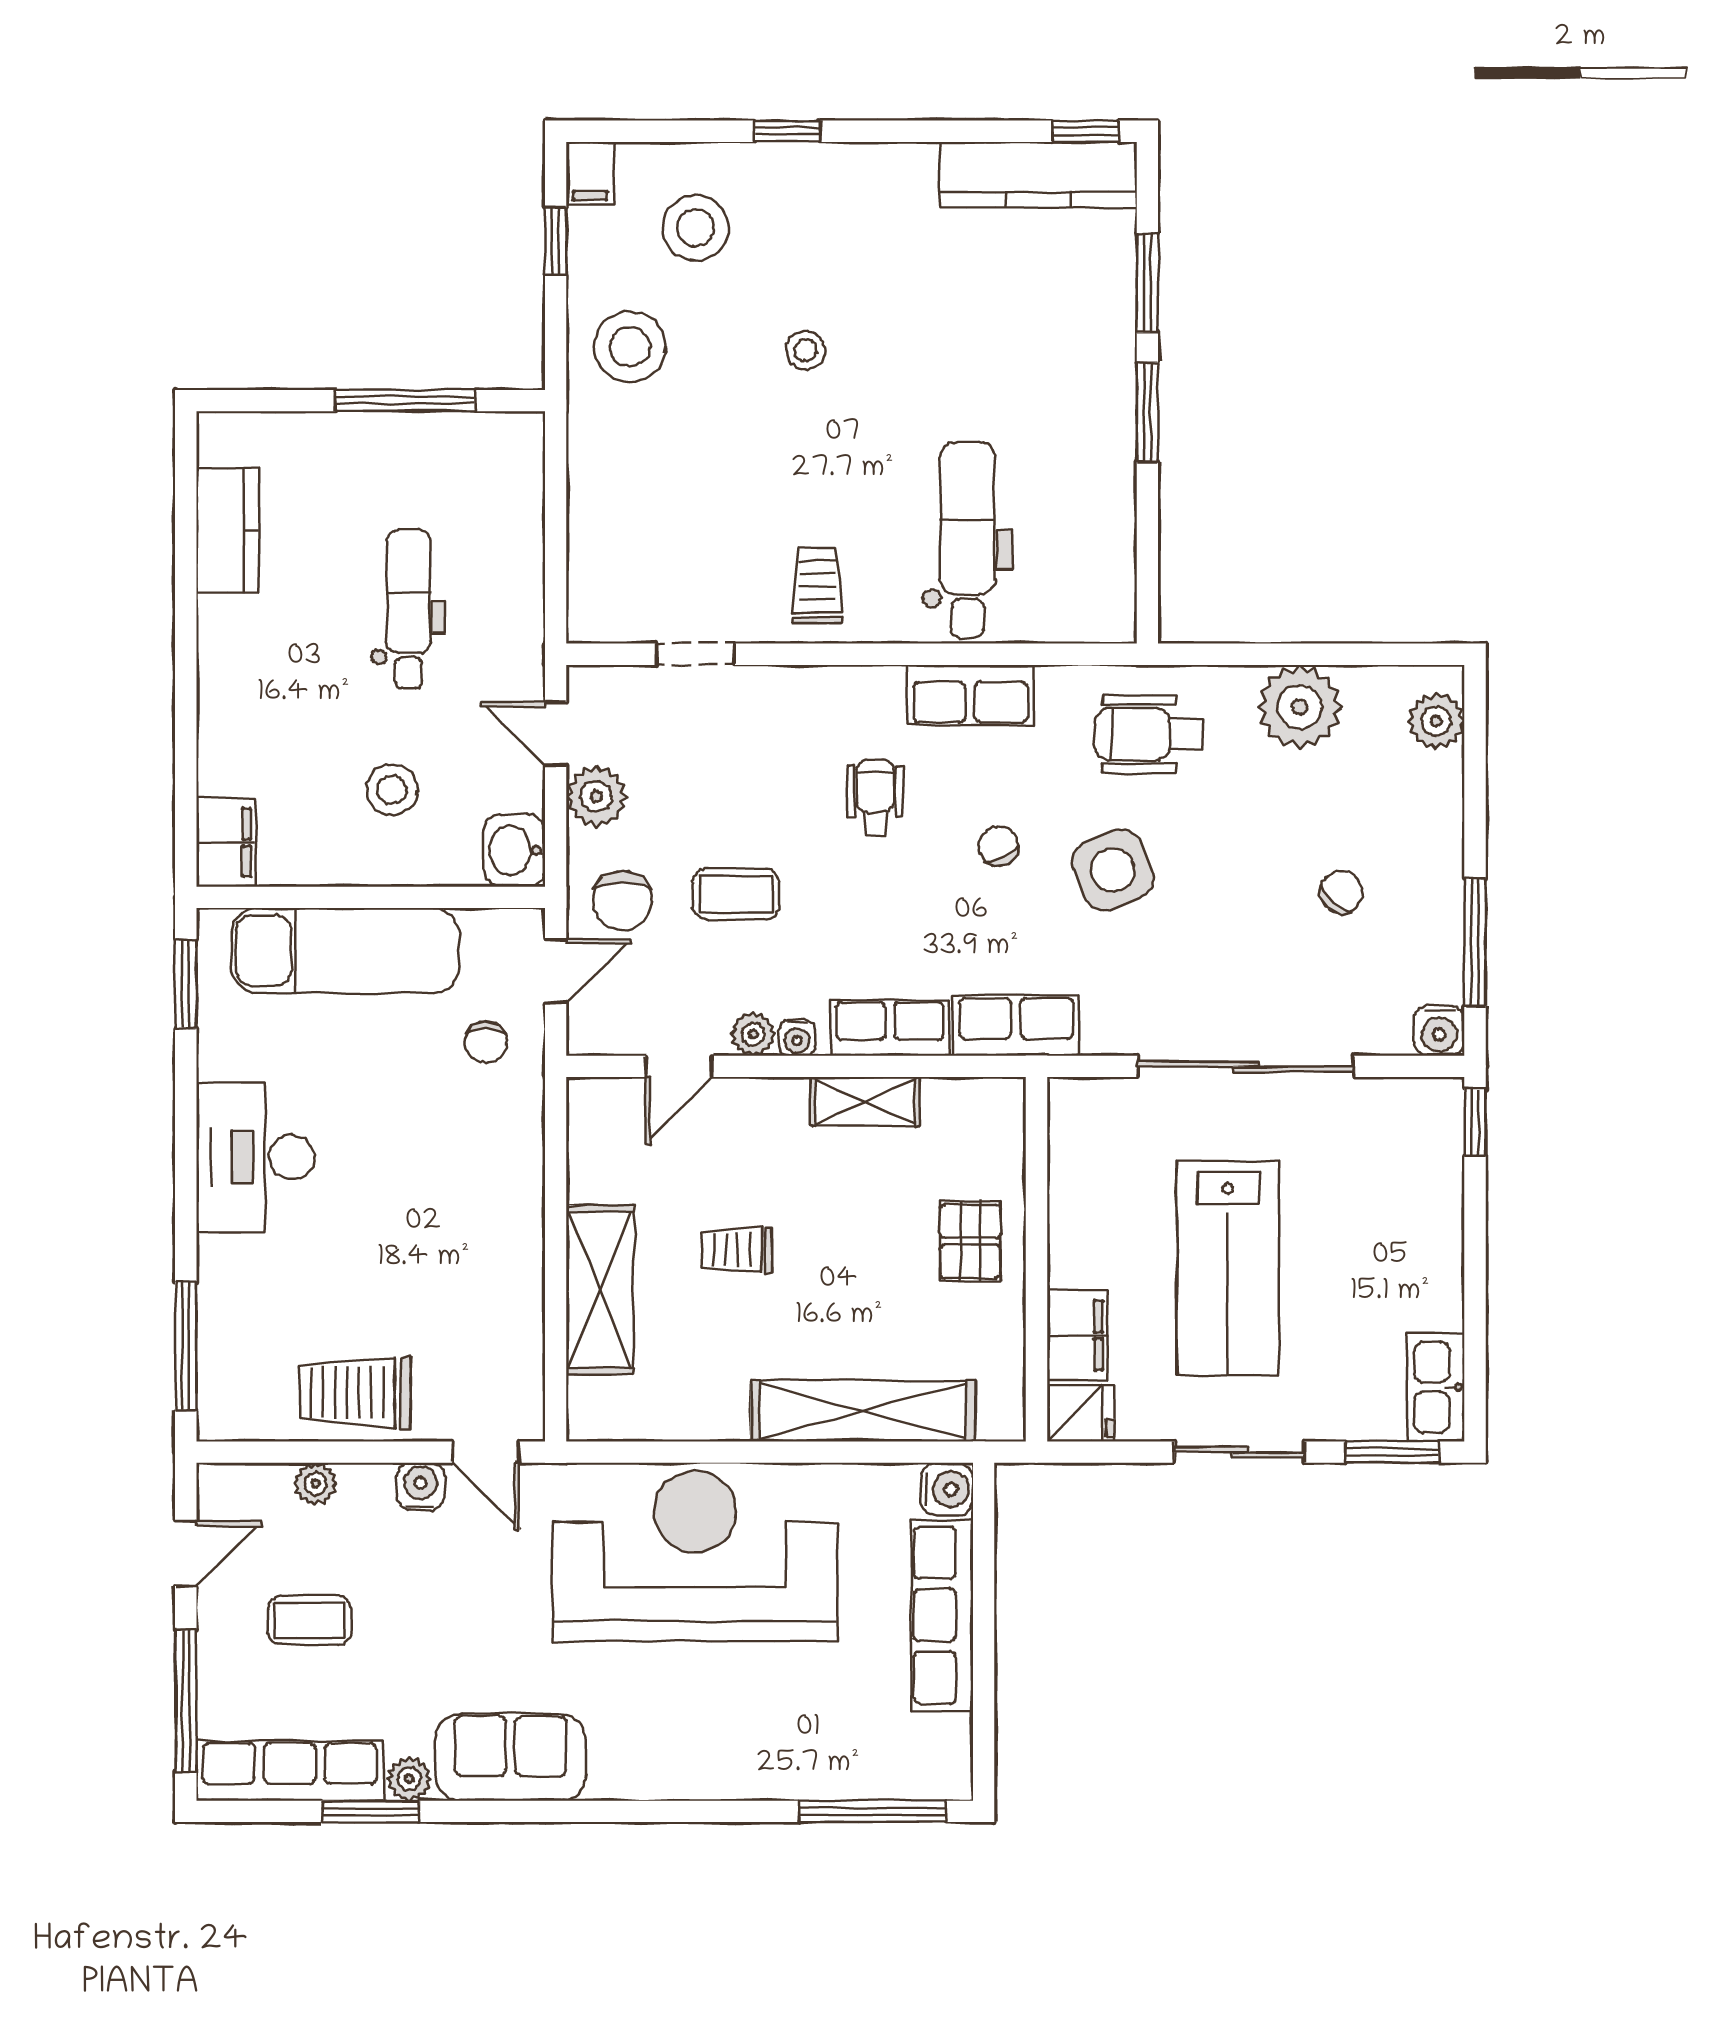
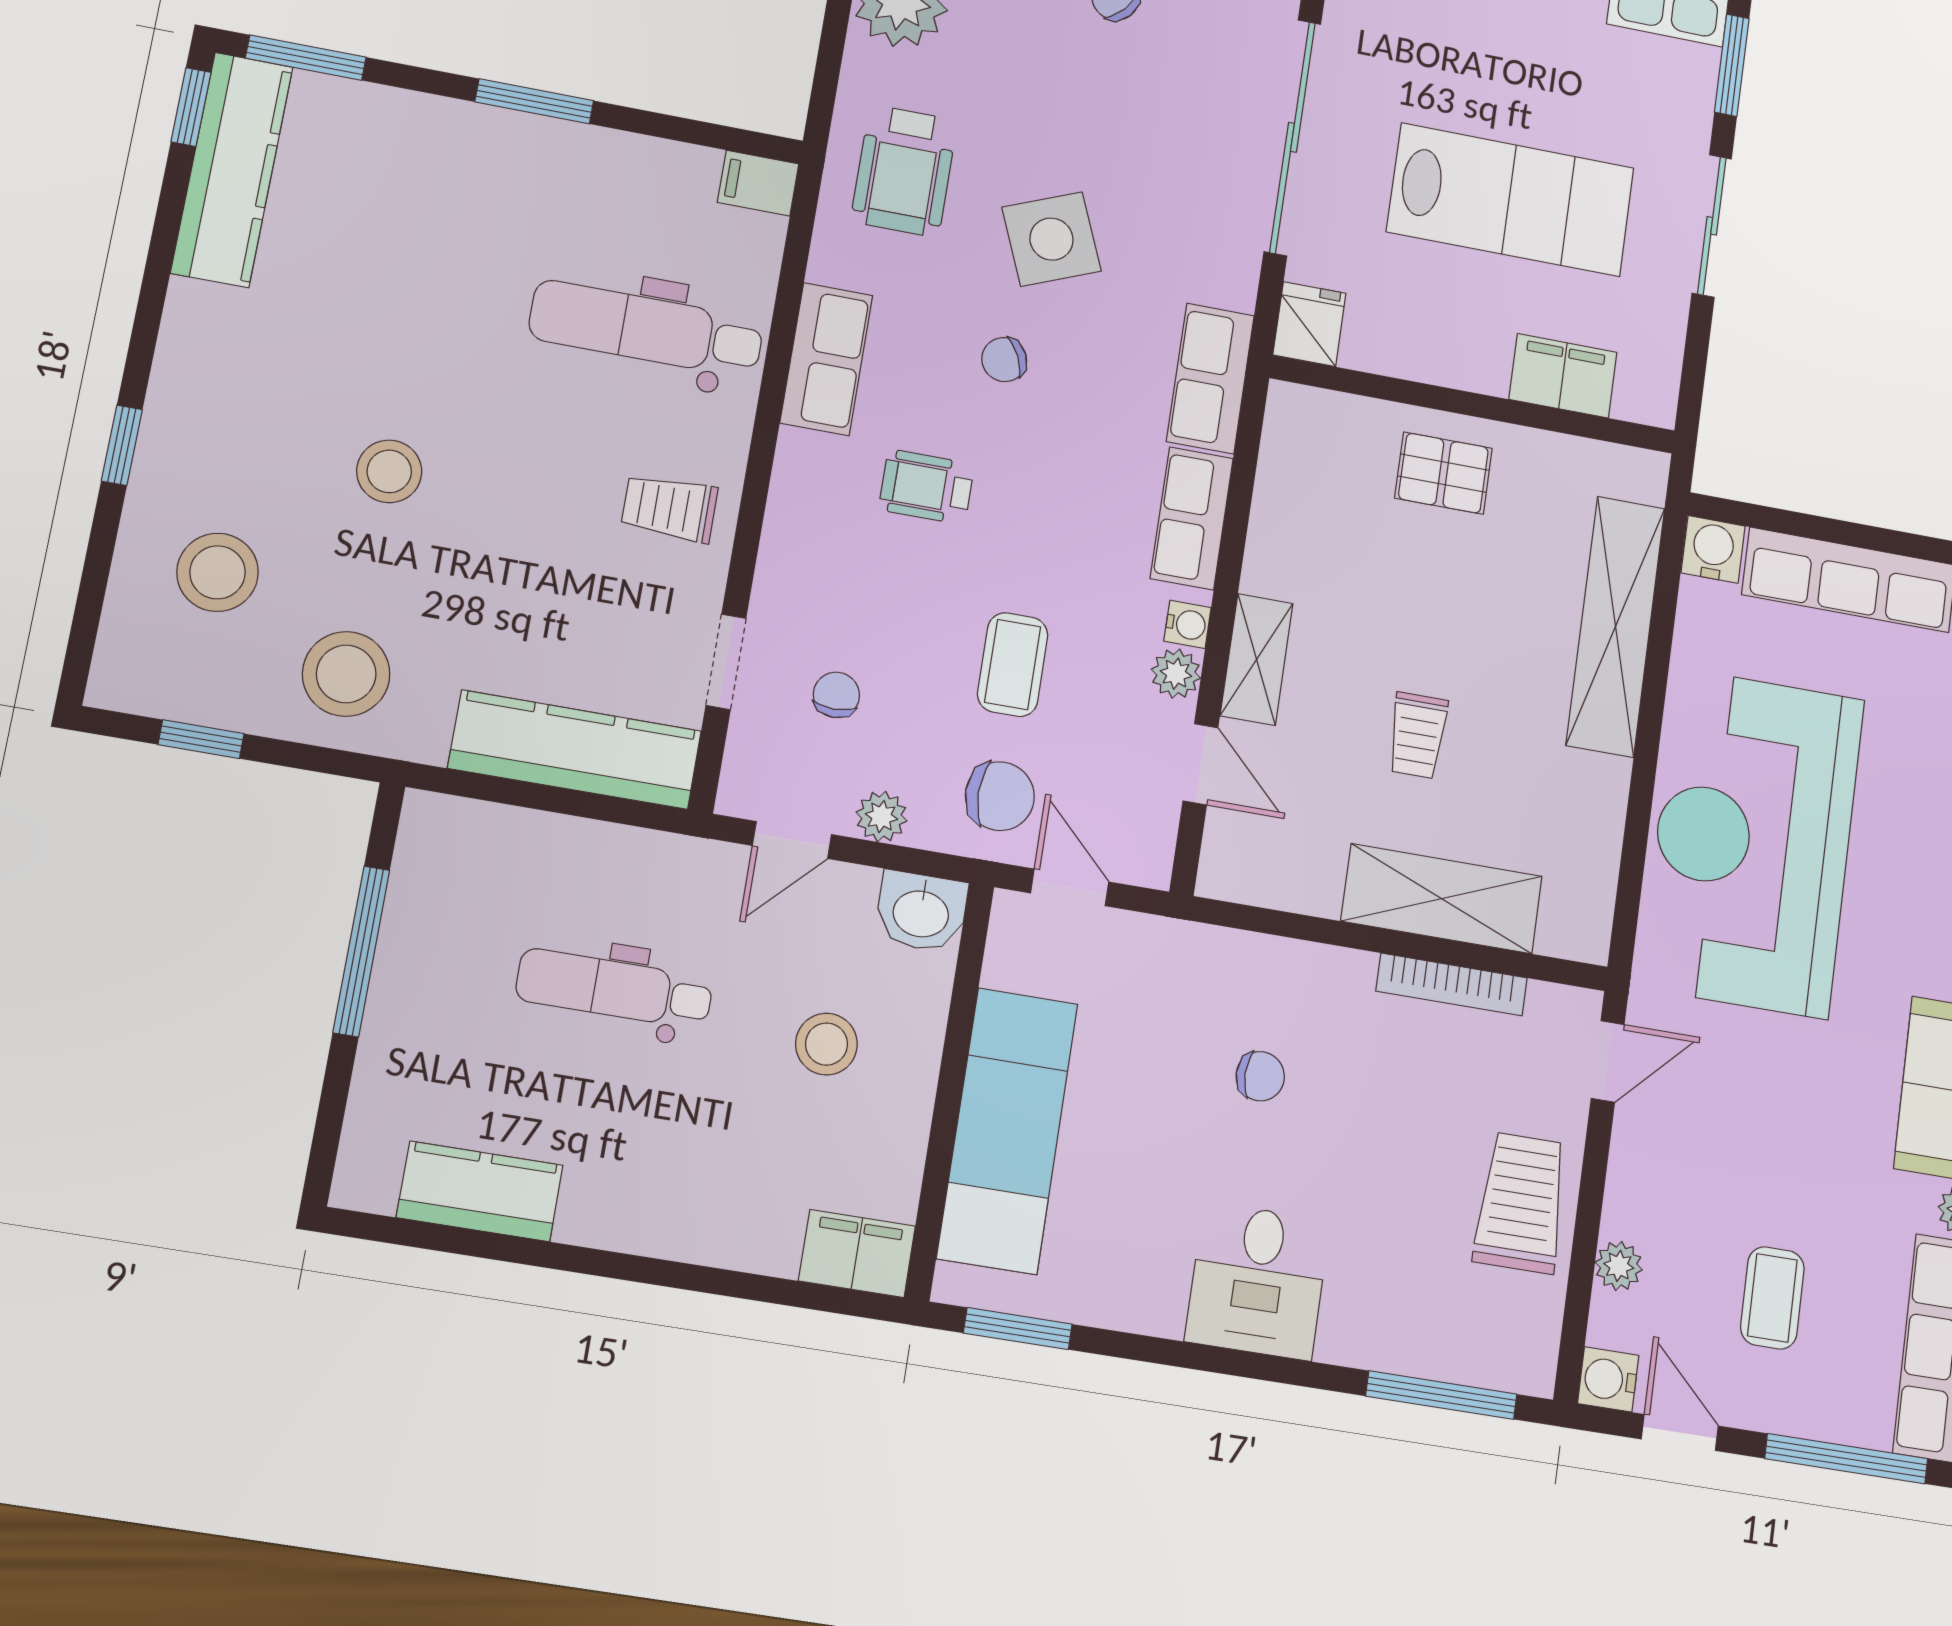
filing cabinet: (590, 173) -> (758, 183), moved, turned 180
window: (1147, 283) -> (306, 58), moved
stool: (806, 350) -> (389, 471), width x1.37, depth x1.37
kitchen counter: (600, 543) -> (575, 750), added
chair: (684, 750) -> (836, 695), added
plant: (596, 796) -> (881, 817), width x0.73, depth x0.73
chair: (486, 1042) -> (1260, 1076), moved
shelving: (865, 1101) -> (1256, 659), moved
desk: (255, 1157) -> (1258, 1281), width x0.73
bookcase: (529, 1308) -> (1452, 985), added
trolley: (355, 1393) -> (1521, 1203), turned 180
fridge: (1081, 1413) -> (1309, 324), moved
water cooler: (421, 1487) -> (1608, 1379), moved

